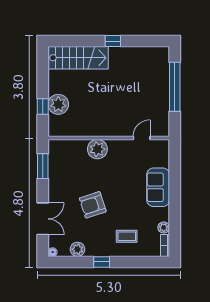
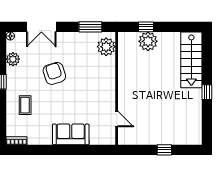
window: (175, 87) -> (164, 150), width x0.32
plant: (97, 149) -> (106, 47), moved
plant: (164, 227) -> (33, 140), removed

